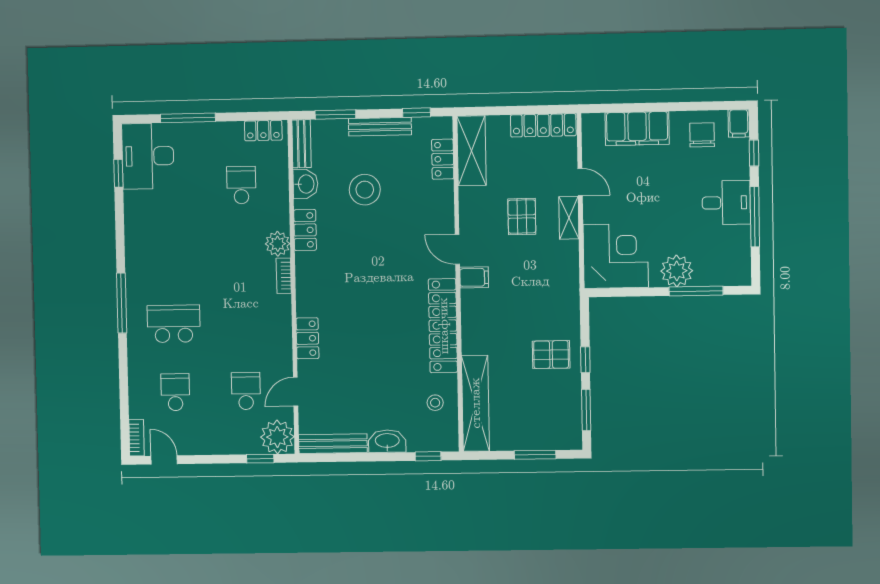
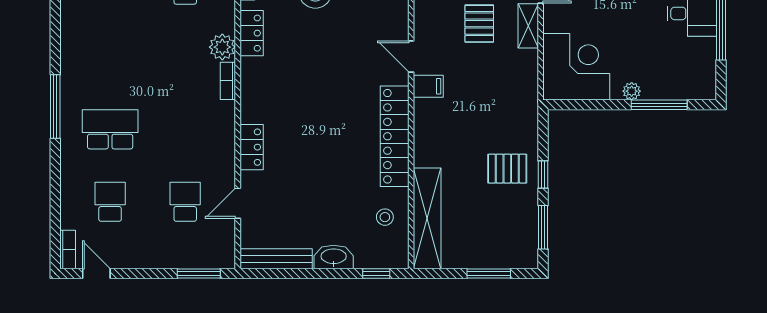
plant: (677, 271) -> (632, 91), width x0.53, depth x0.53
plant: (277, 437) -> (217, 251), removed
window: (260, 459) -> (199, 273), width x1.50

